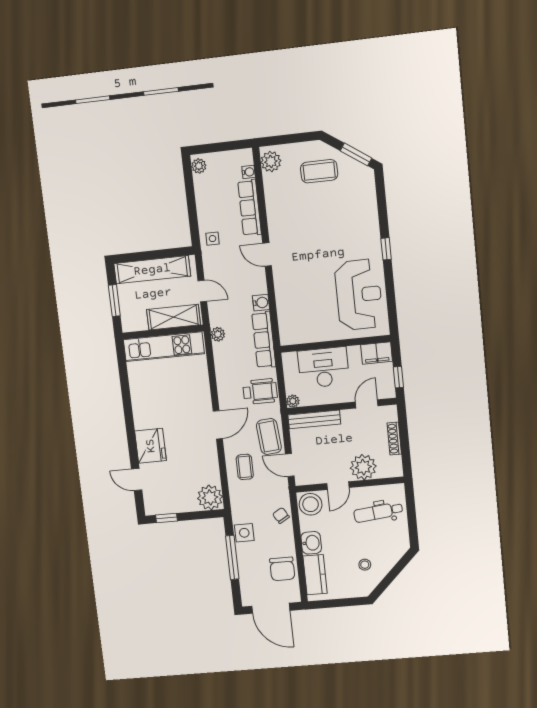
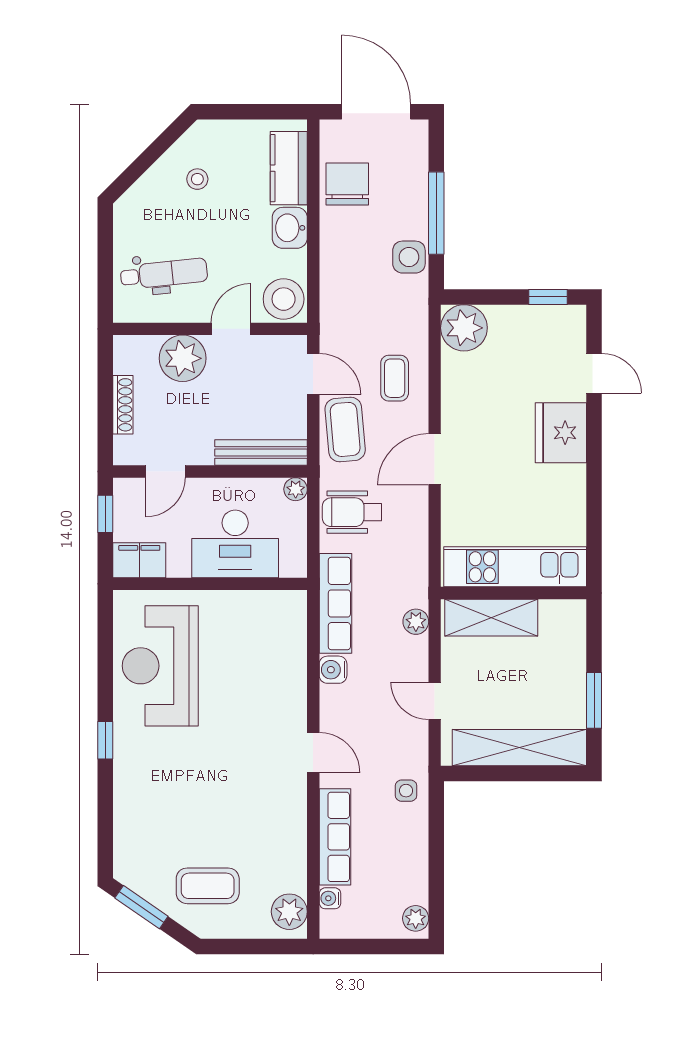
shelving: (174, 317) -> (491, 618), moved
wall: (163, 332) -> (514, 593), moved
kitchen unit: (164, 347) -> (515, 567), moved
chair: (281, 516) -> (339, 283), removed

